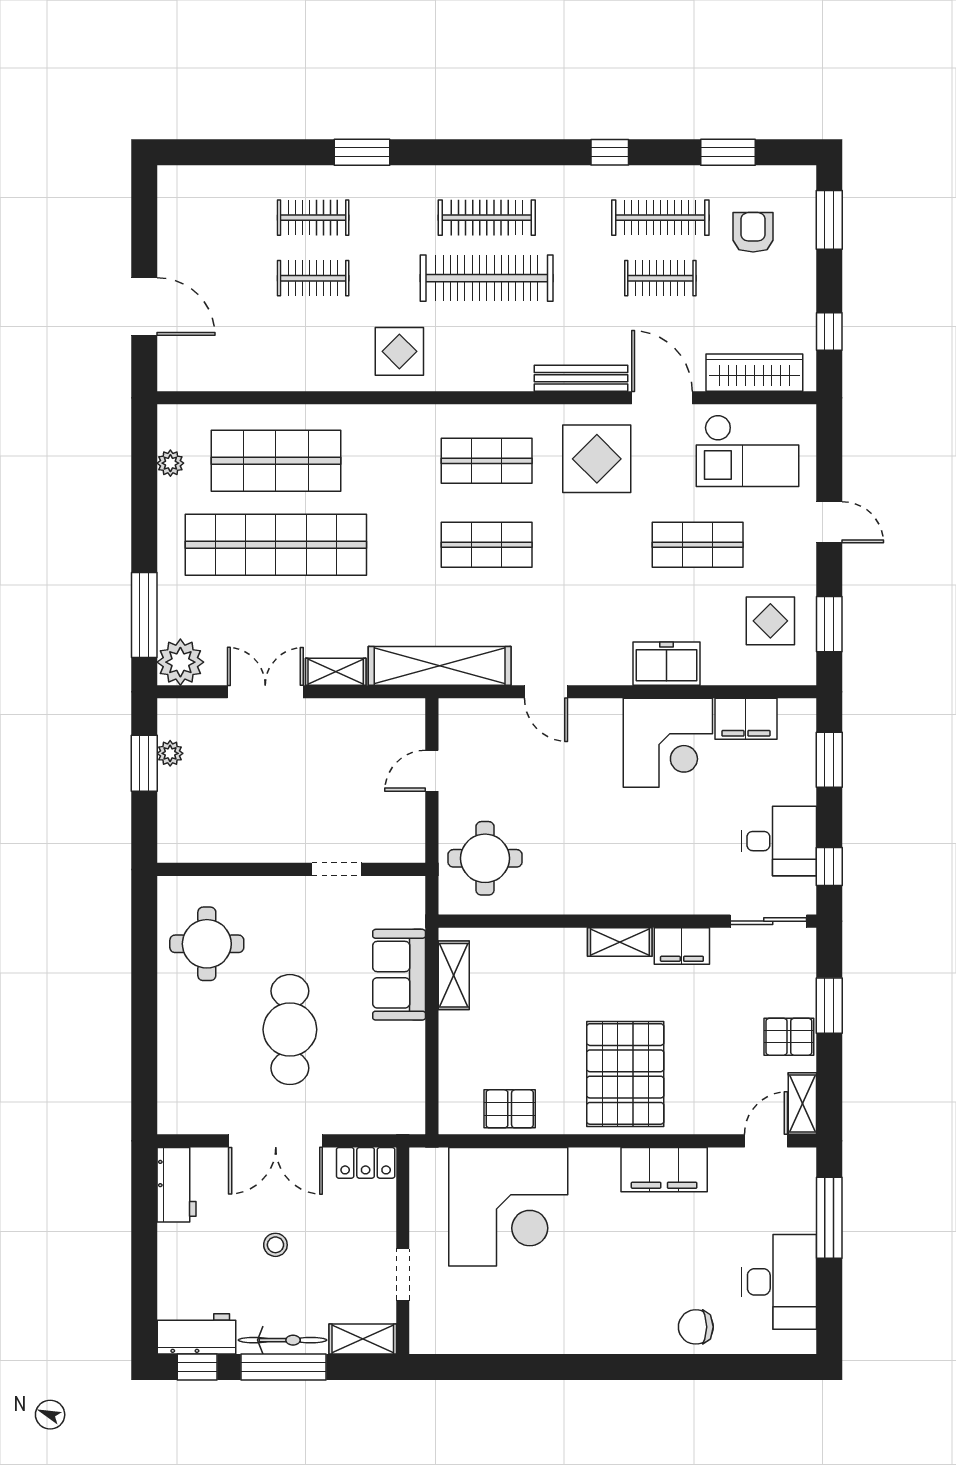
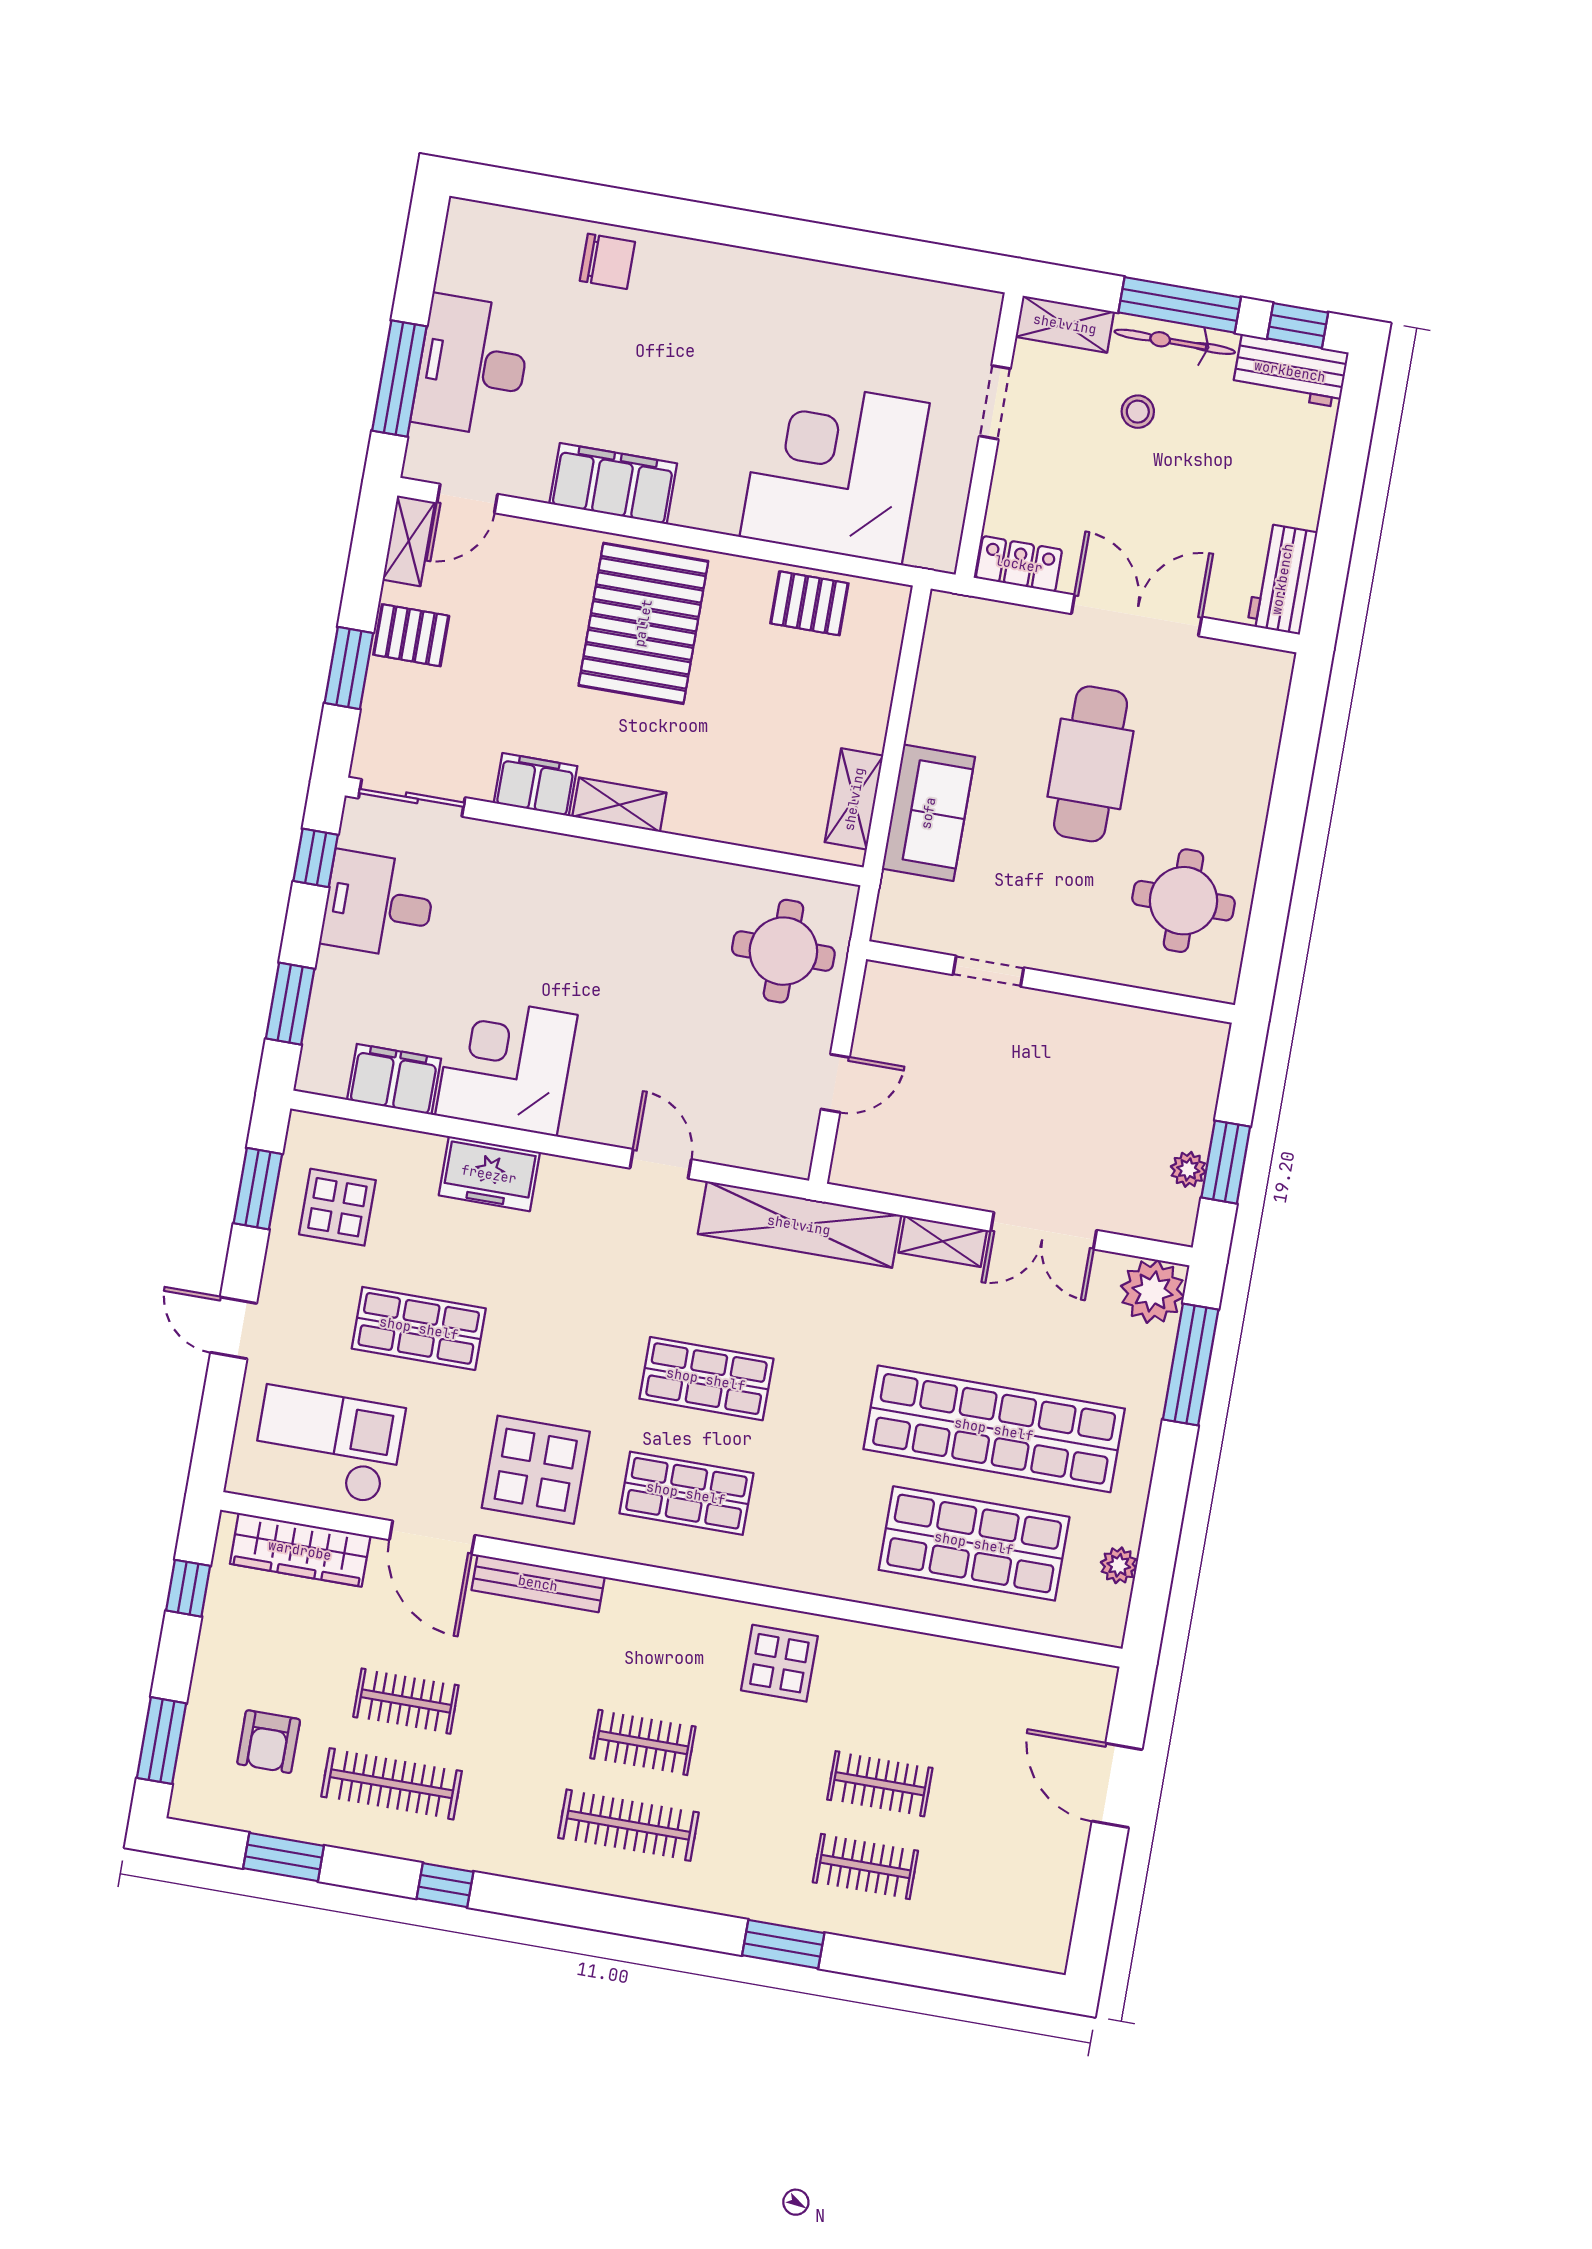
clothes rail: (487, 278) -> (643, 1742), width x0.54, depth x0.76
stool: (275, 1245) -> (1138, 412), moved
desk: (779, 1282) -> (472, 366), moved

